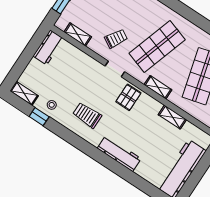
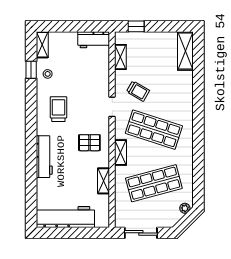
pallet: (128, 97) -> (89, 143), moved

